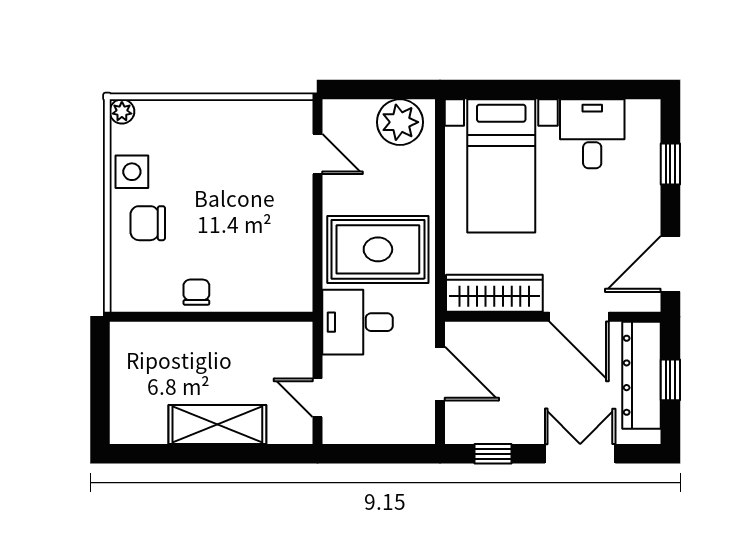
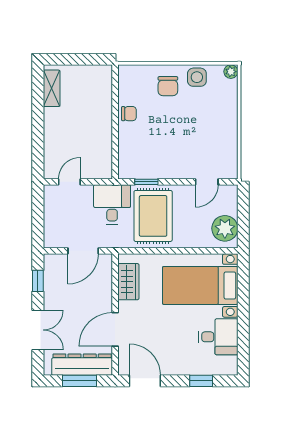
chair: (148, 223) -> (168, 86), turned 180
window: (318, 261) -> (146, 182), added
wardrobe: (494, 293) -> (128, 282), width x0.67
window: (670, 380) -> (80, 381), width x1.50
shelving: (217, 424) -> (52, 88), moved, width x0.67, depth x0.75

